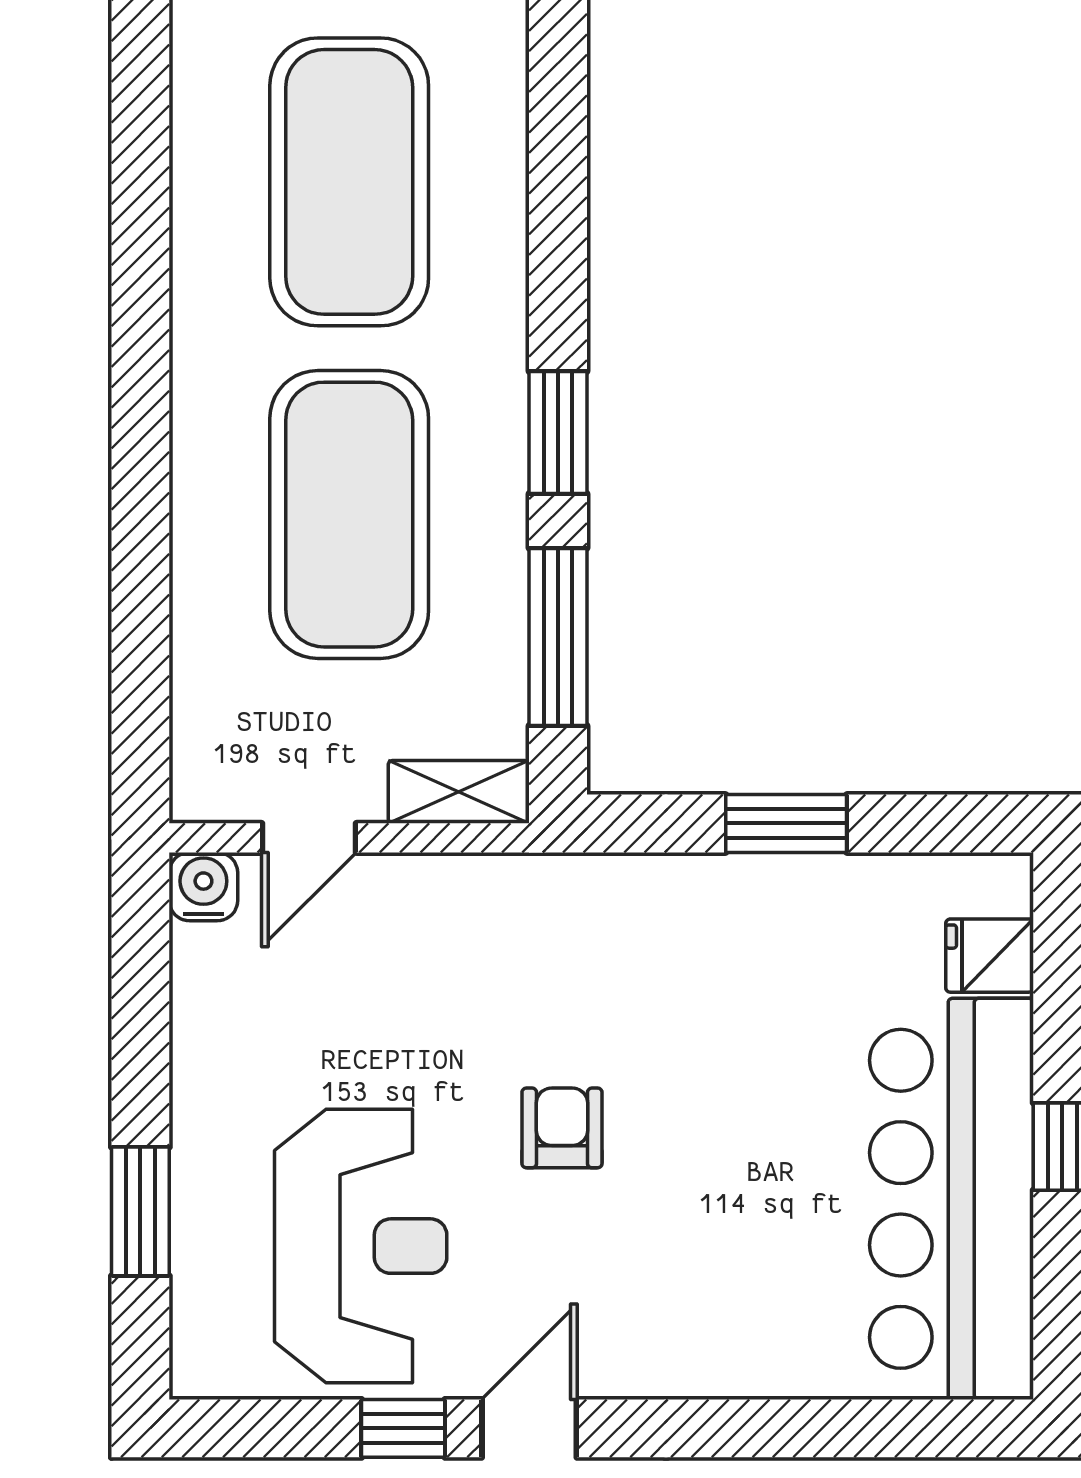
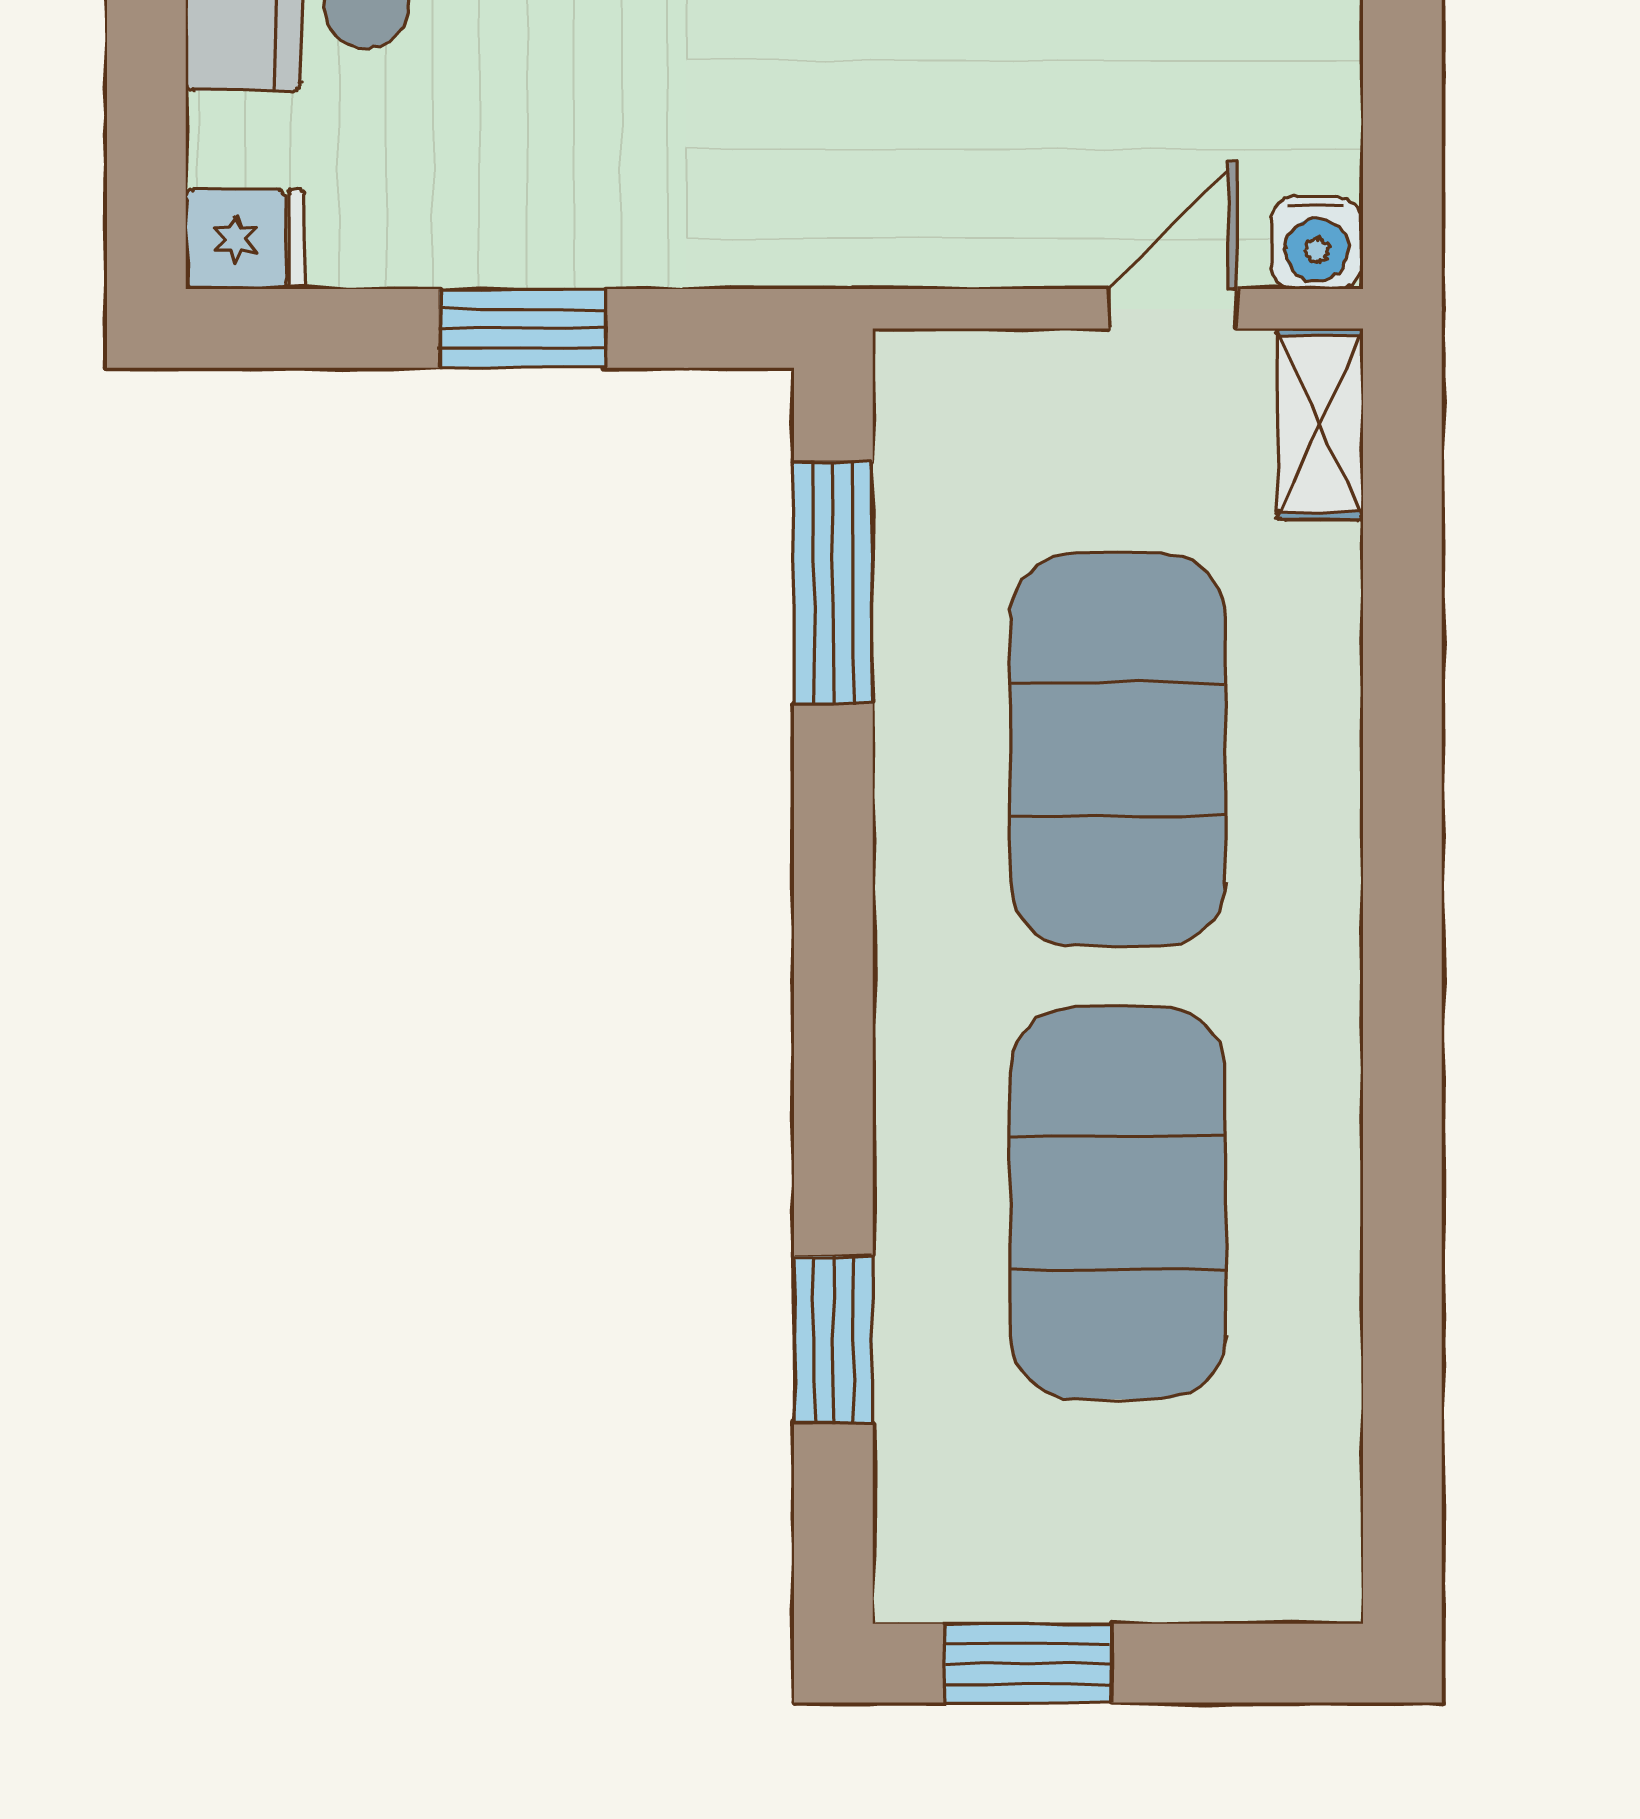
window: (558, 433) -> (833, 1339), moved
shelving: (459, 792) -> (1320, 424), moved, turned 90
fridge: (990, 956) -> (245, 239), moved

